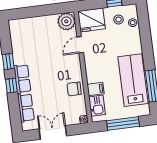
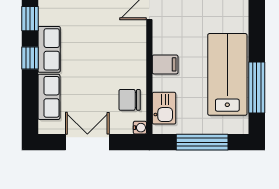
chair: (74, 89) -> (130, 100), moved
filing cabinet: (96, 89) -> (165, 64), moved

